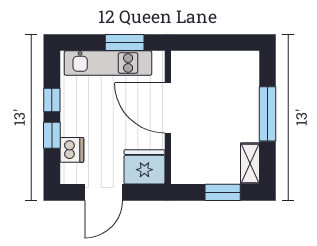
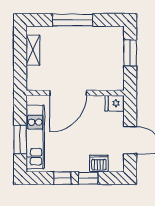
window: (125, 42) -> (20, 140), moved
shelving: (250, 163) -> (33, 50), moved, turned 90
fridge: (144, 167) -> (115, 103), width x0.53, depth x0.75

